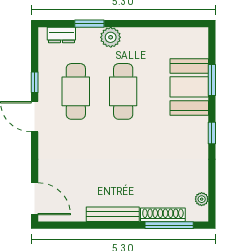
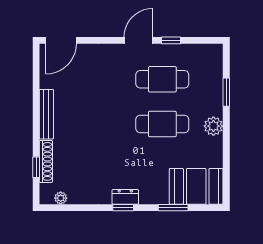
dresser: (61, 35) -> (125, 197), moved, turned 90
plant: (111, 37) -> (213, 126), moved
booth: (189, 87) -> (196, 186), moved
window: (169, 225) -> (36, 167), width x0.46

